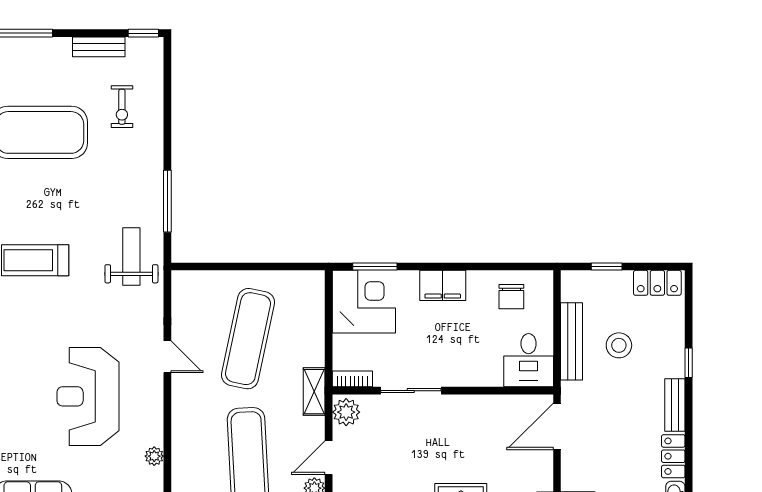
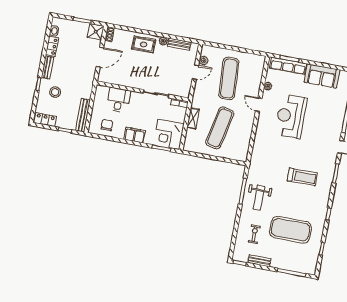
weight bench: (131, 256) -> (259, 198), moved
bench: (572, 341) -> (83, 115), moved
stool: (619, 345) -> (55, 92), moved
door: (167, 357) -> (259, 105), moved
desk: (529, 360) -> (119, 100), moved
shelving: (314, 392) -> (193, 118), moved
reception desk: (88, 396) -> (291, 116), turned 180
plant: (346, 412) -> (185, 90), removed
door: (557, 426) -> (100, 57), moved

